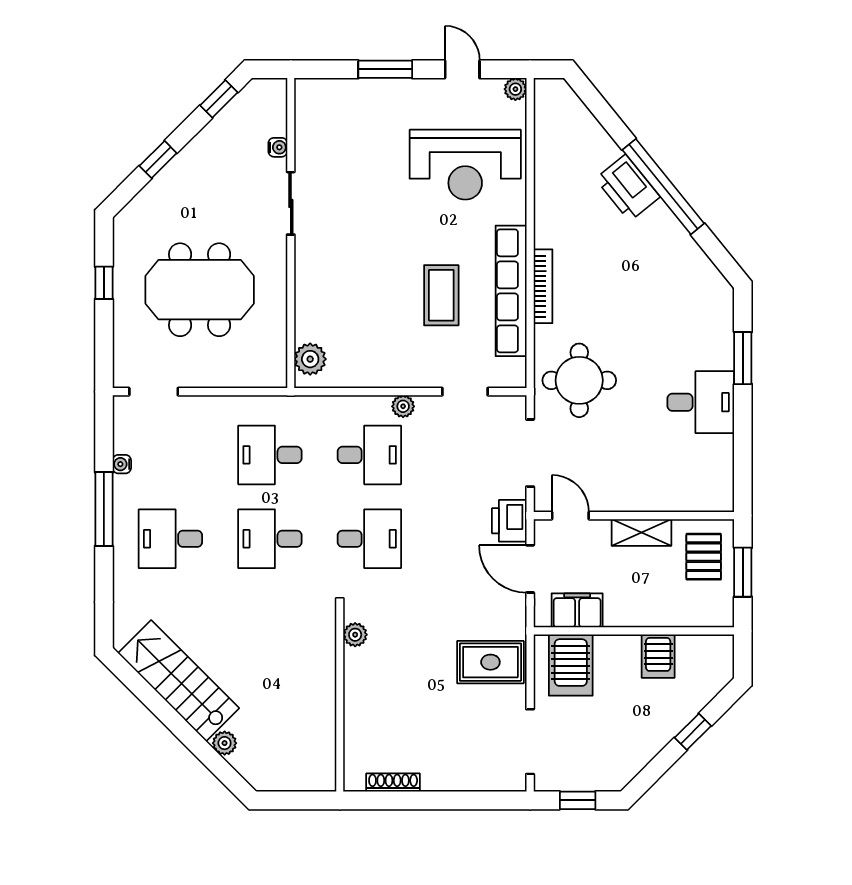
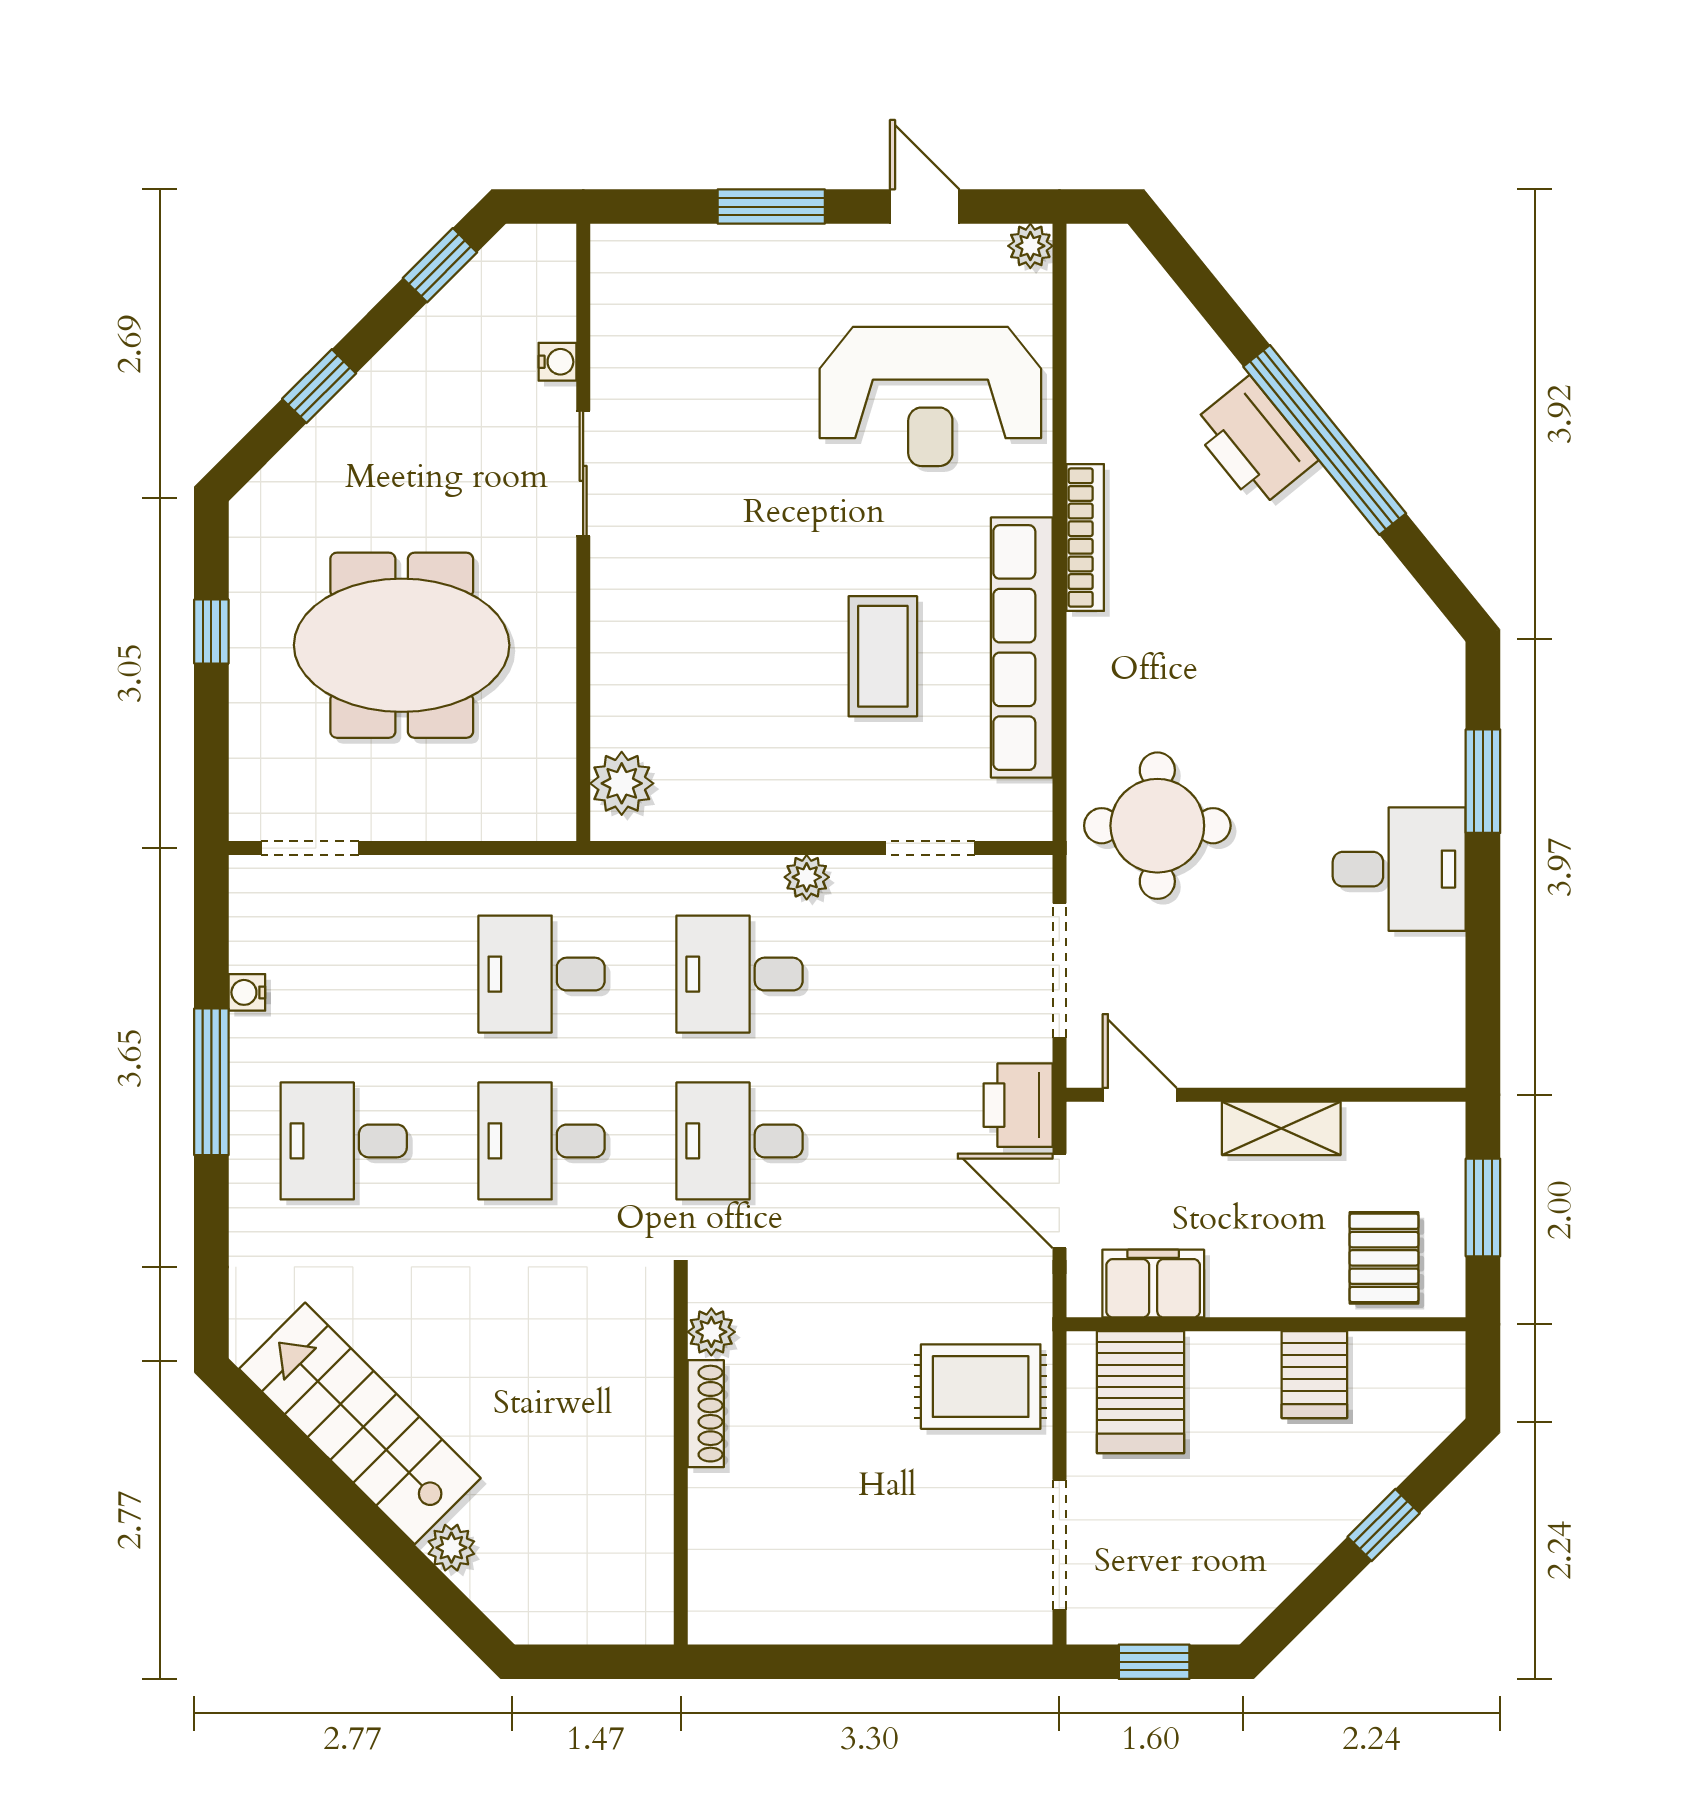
bookcase: (543, 286) -> (1085, 538), moved
desk: (369, 455) -> (740, 974), turned 180
desk: (369, 539) -> (740, 1141), turned 180
pallet: (704, 557) -> (1384, 1258), moved
shoe rack: (393, 783) -> (706, 1414), moved, turned 90

